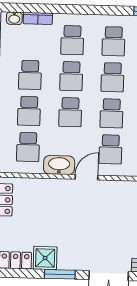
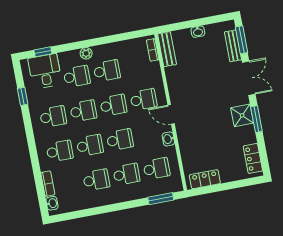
washbasin: (59, 165) -> (168, 139), width x0.52, depth x0.69
shower: (45, 258) -> (242, 115), moved

